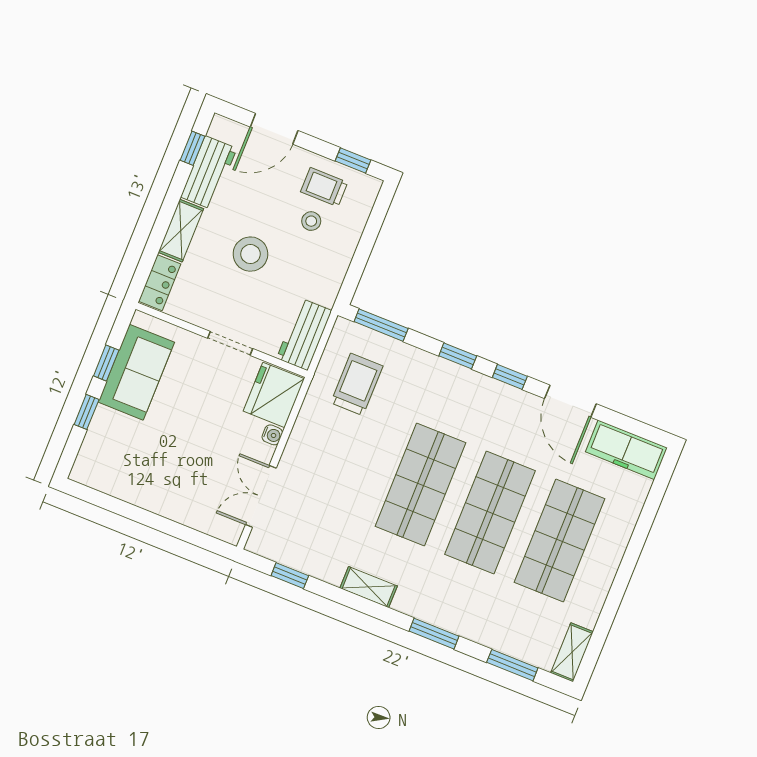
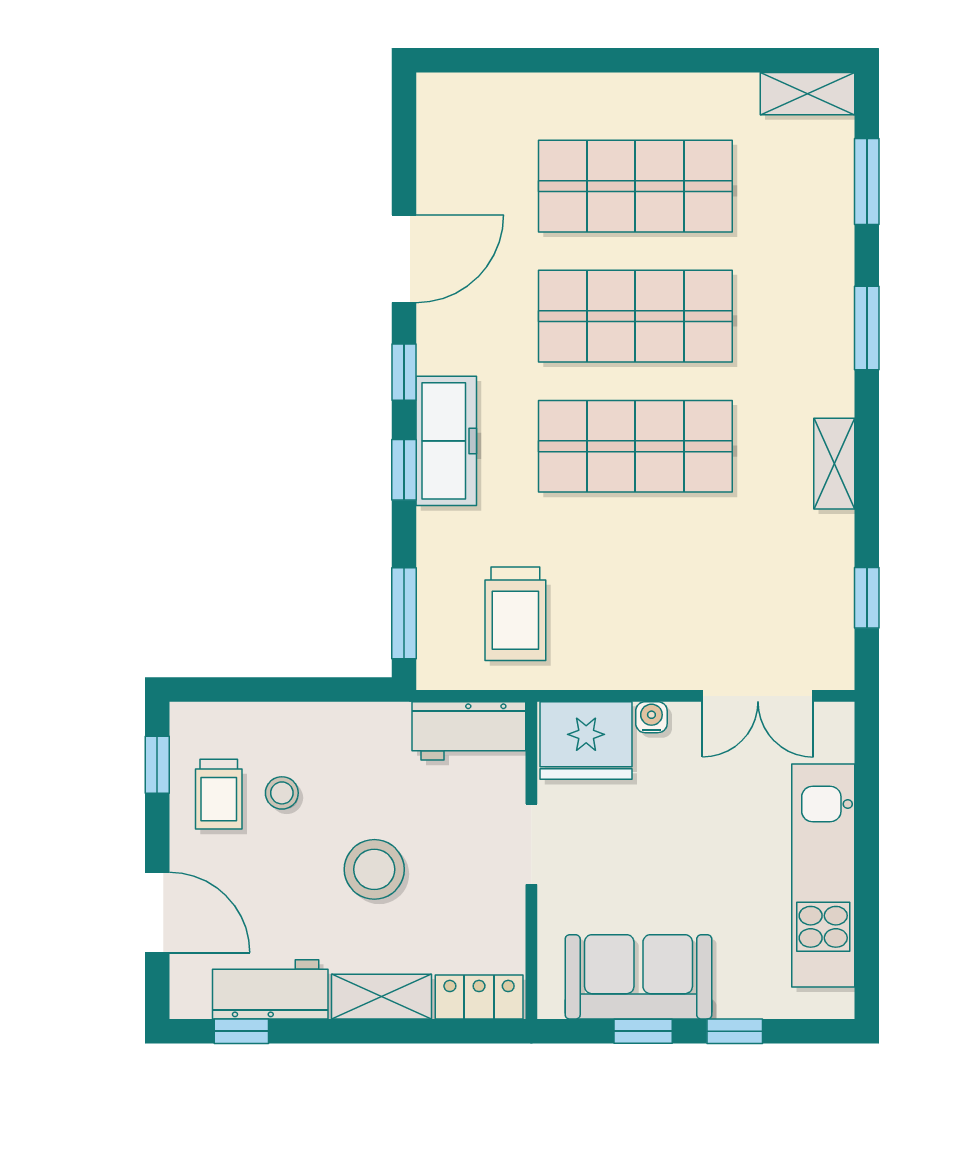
trolley: (357, 384) -> (515, 614), turned -90
freezer: (626, 450) -> (446, 441), moved
kitchen unit: (151, 493) -> (823, 875), added

